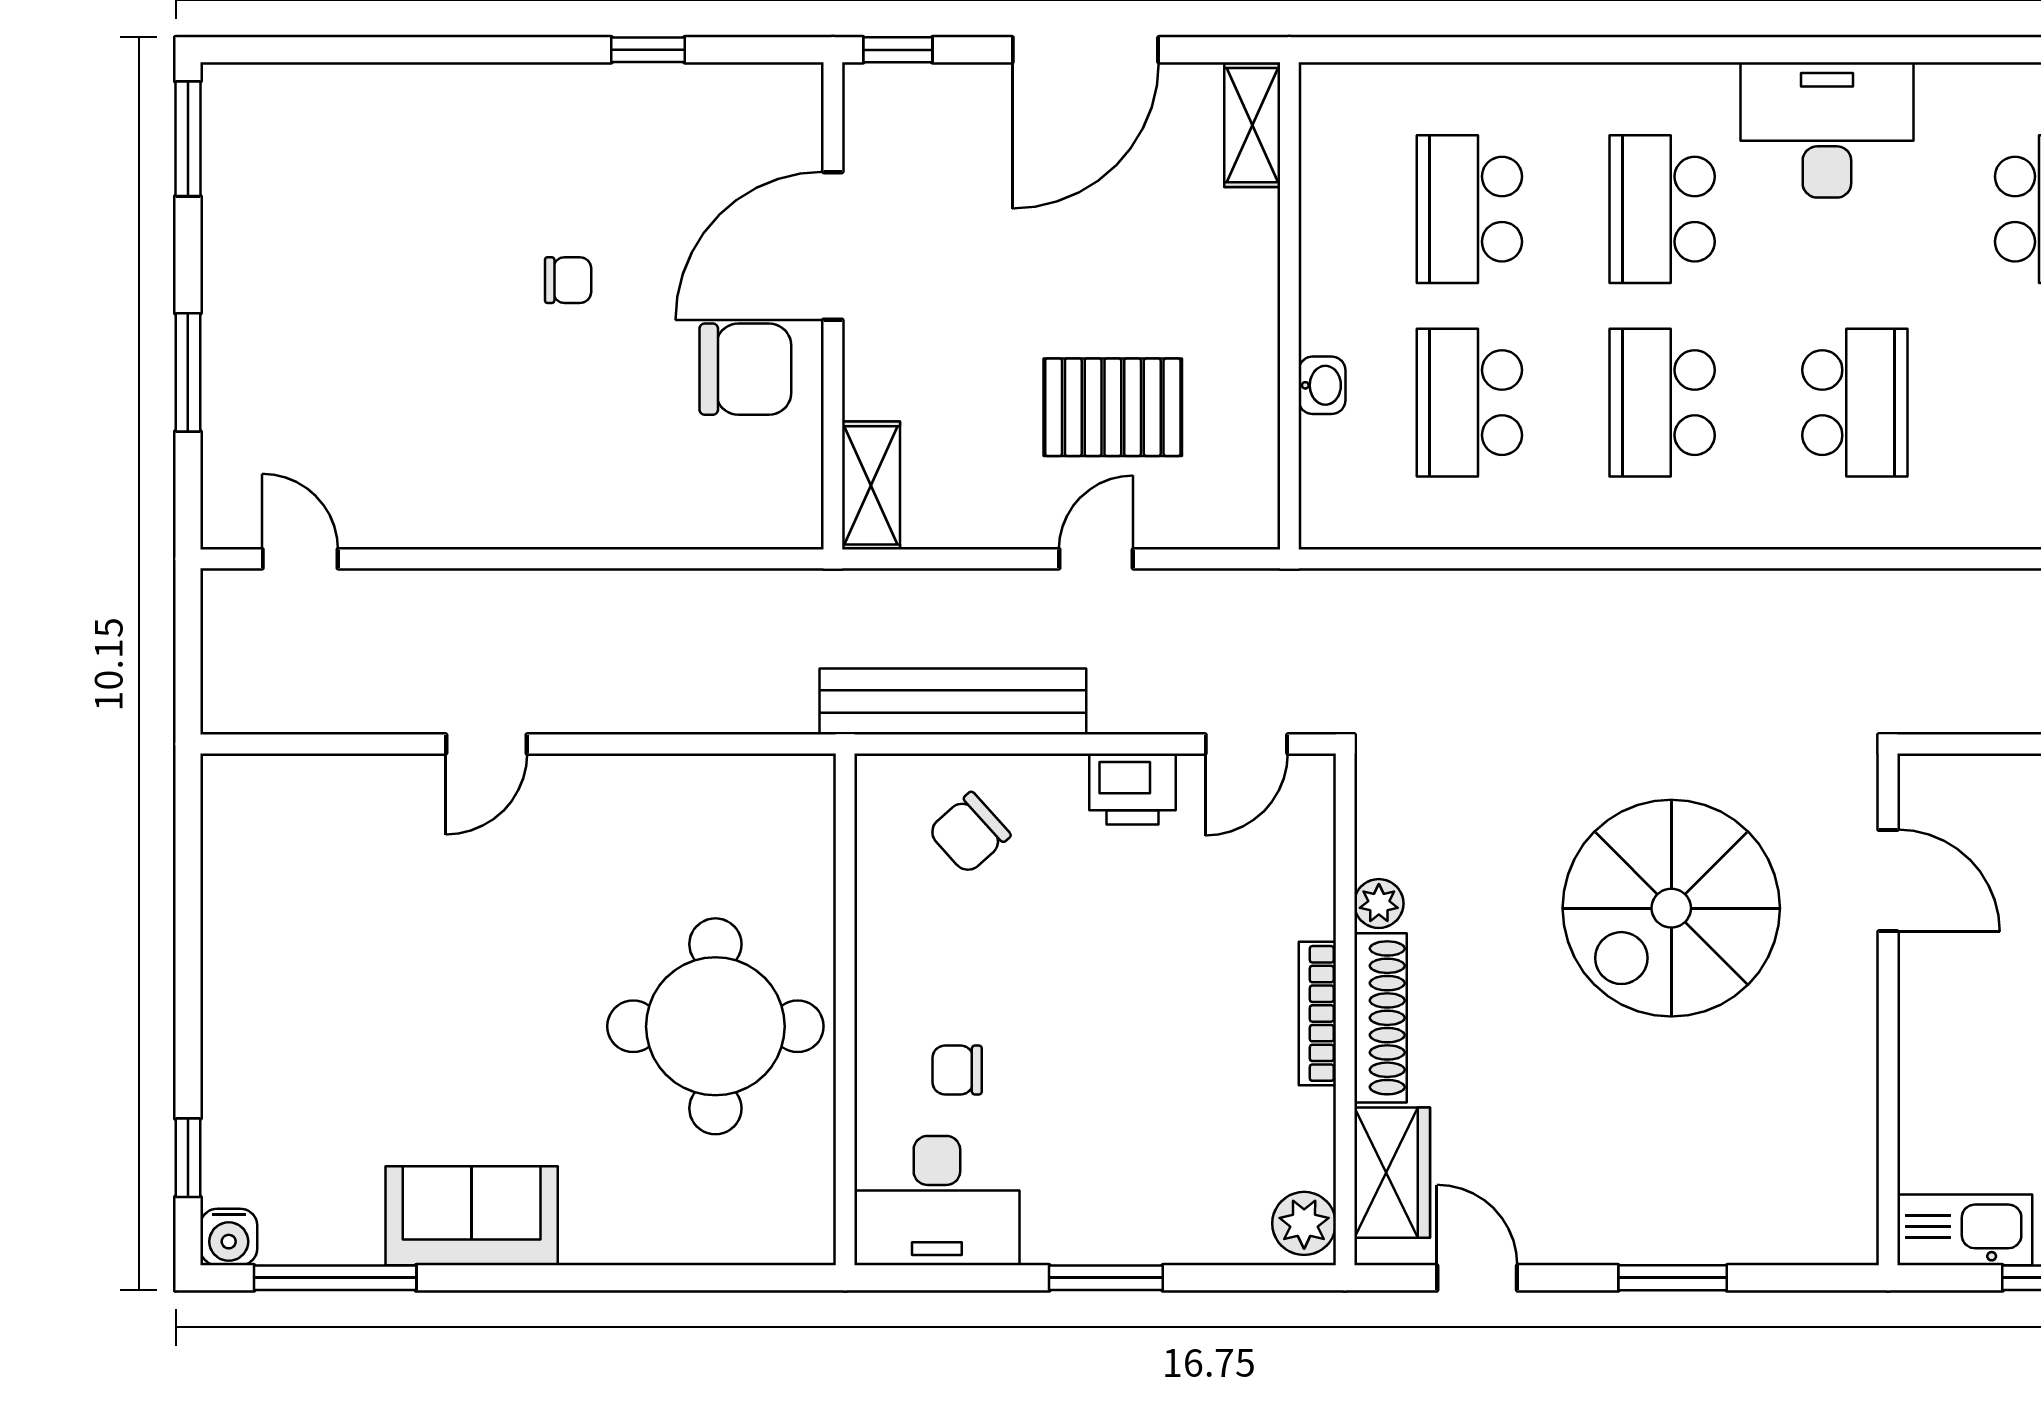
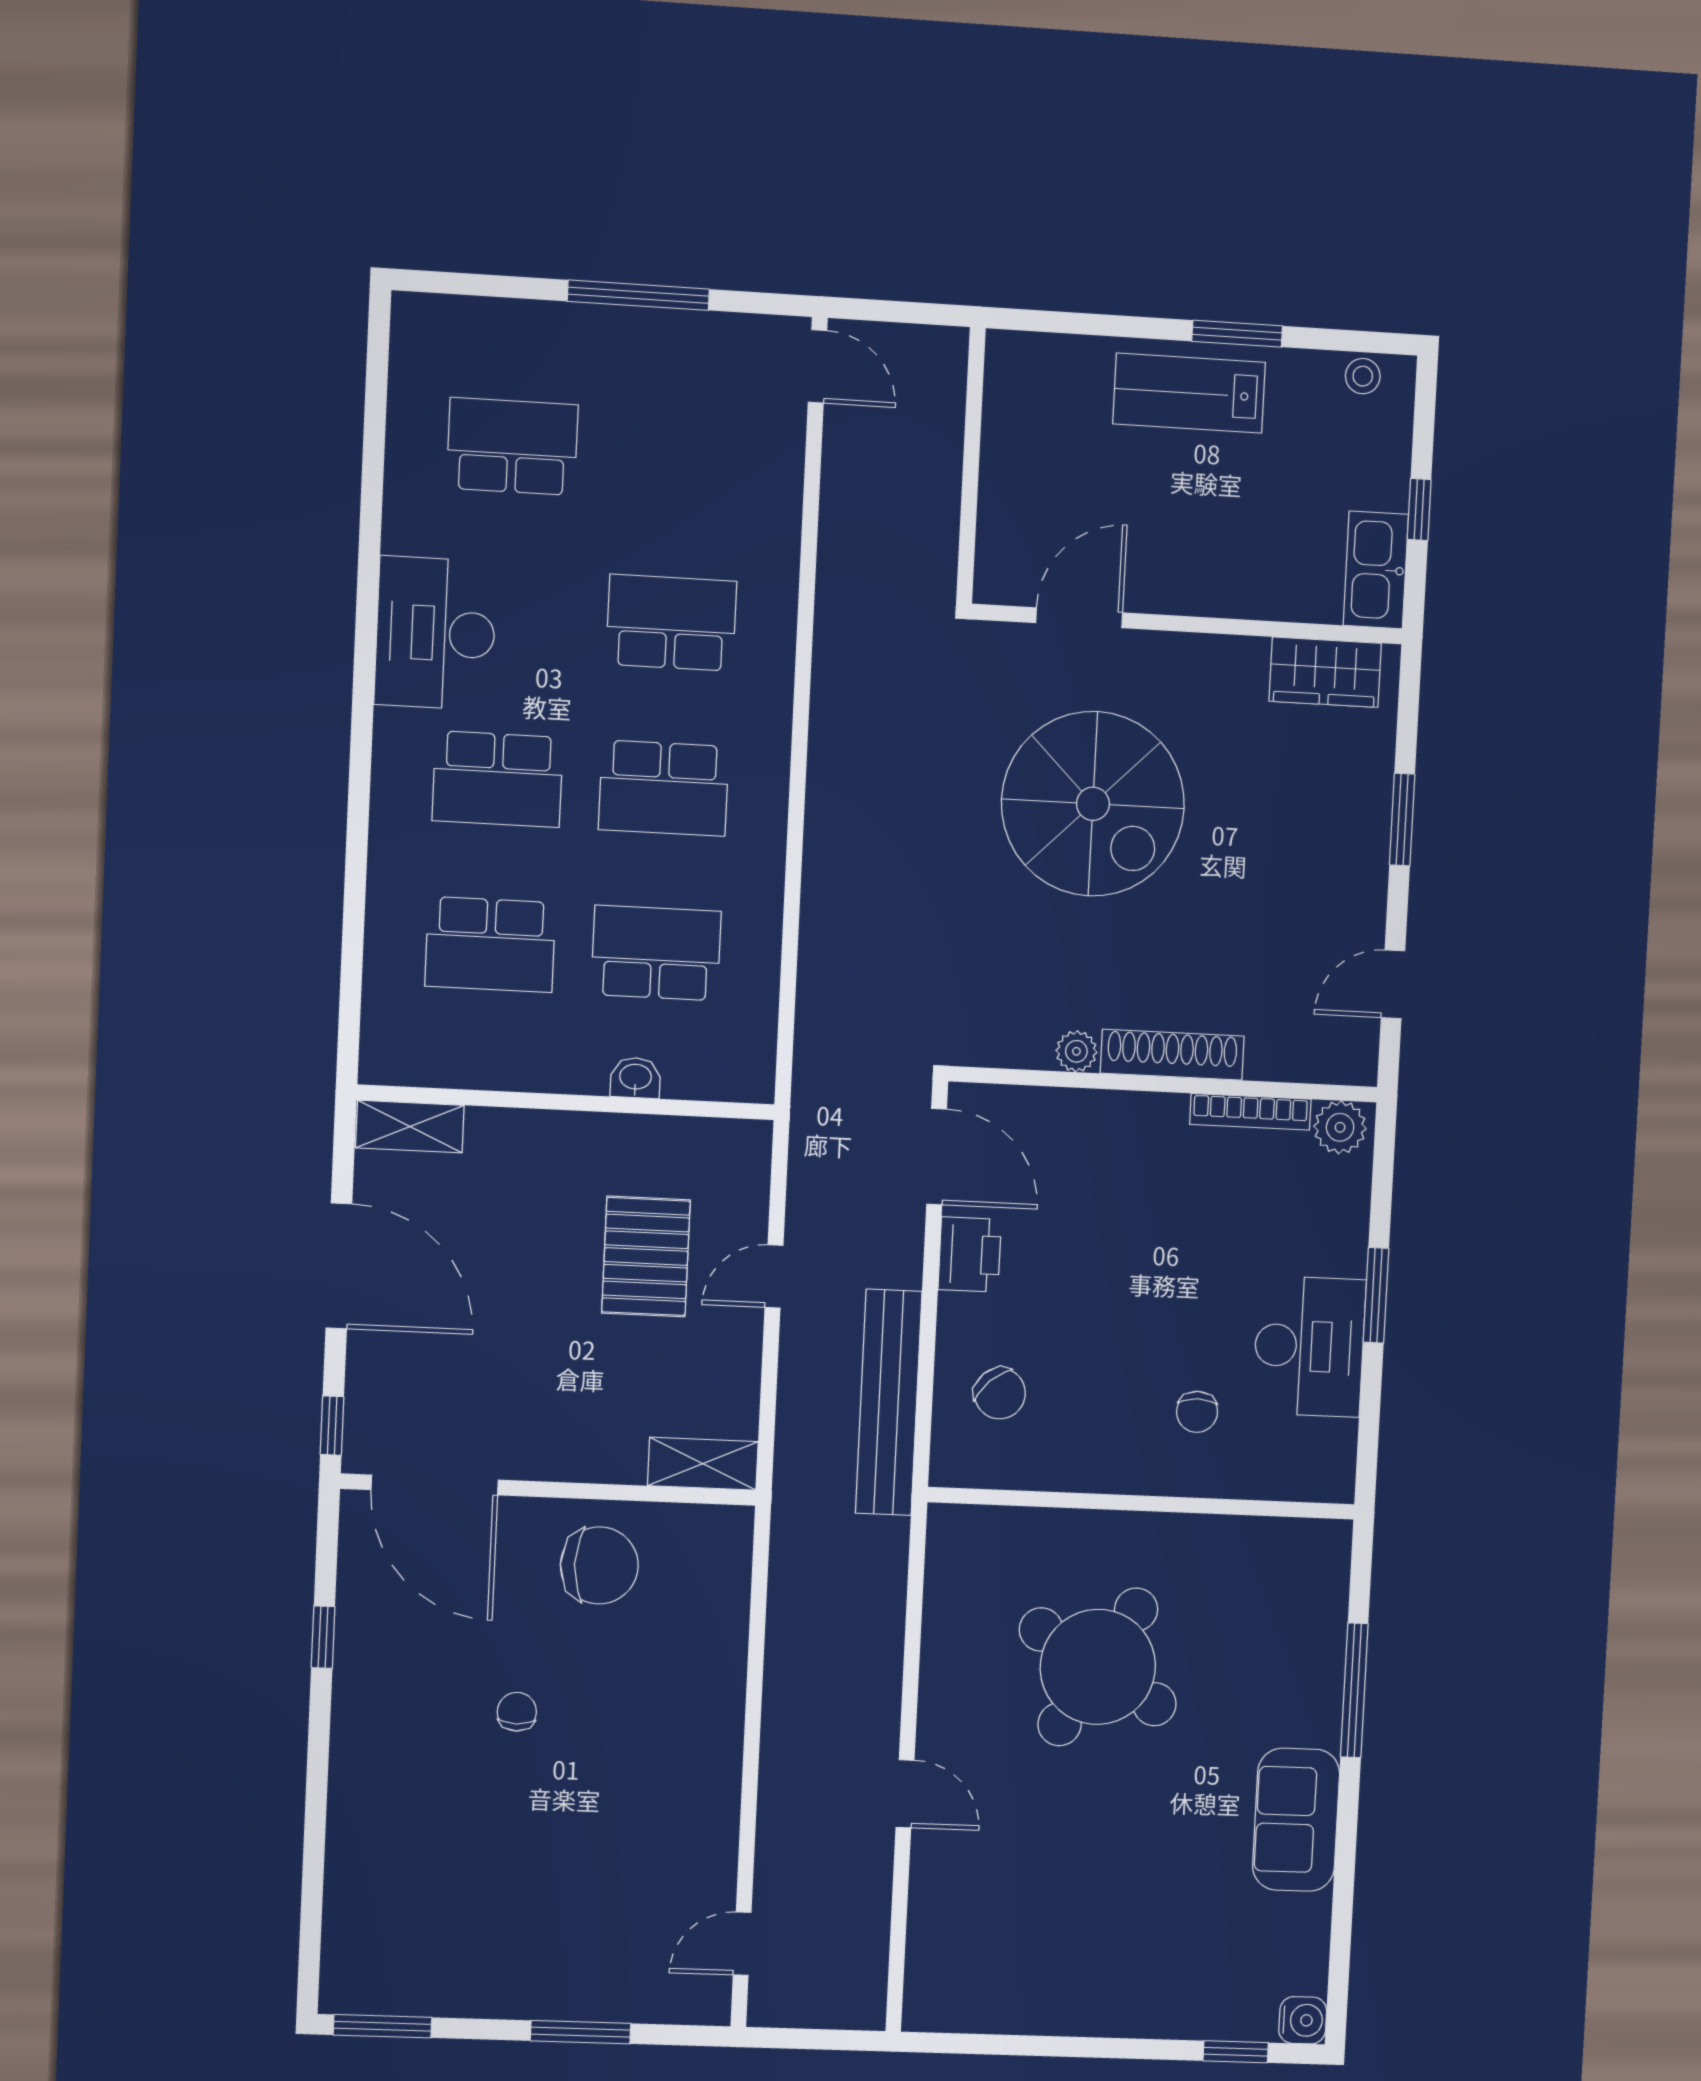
door: (833, 246) -> (435, 1485), moved
chair: (745, 369) -> (599, 1565), turned 90
school desk: (1469, 403) -> (656, 953), turned 180
door: (1096, 559) -> (774, 1276), hinge flipped
door: (1246, 744) -> (937, 1157), width x1.38
bookcase: (1317, 1013) -> (1250, 1112), moved
round table: (715, 1026) -> (1098, 1667), moved, turned 31
wardrobe: (1392, 1173) -> (1325, 672), moved, turned 180
desk: (937, 1201) -> (1309, 1346), moved
window: (335, 1278) -> (1354, 1690), moved

